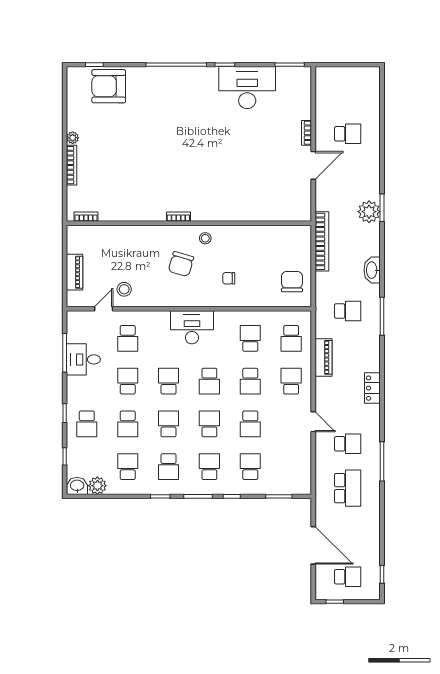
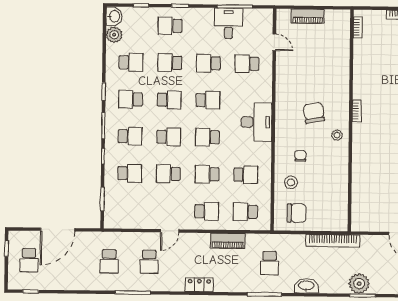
chair: (181, 264) -> (314, 113), turned 64
stool: (124, 289) -> (291, 182), moved
school desk: (128, 381) -> (208, 63), turned 180
school desk: (348, 488) -> (109, 261), width x0.54

